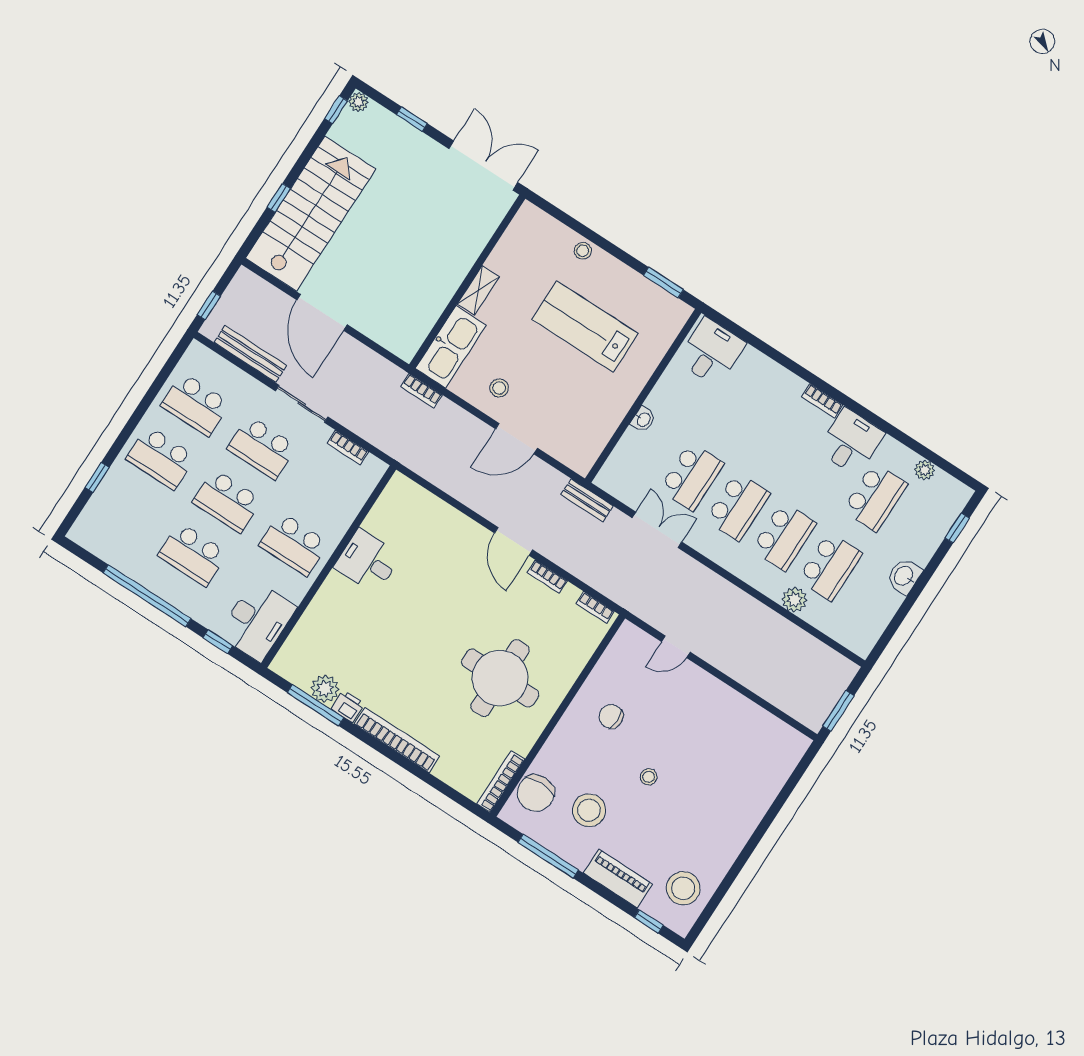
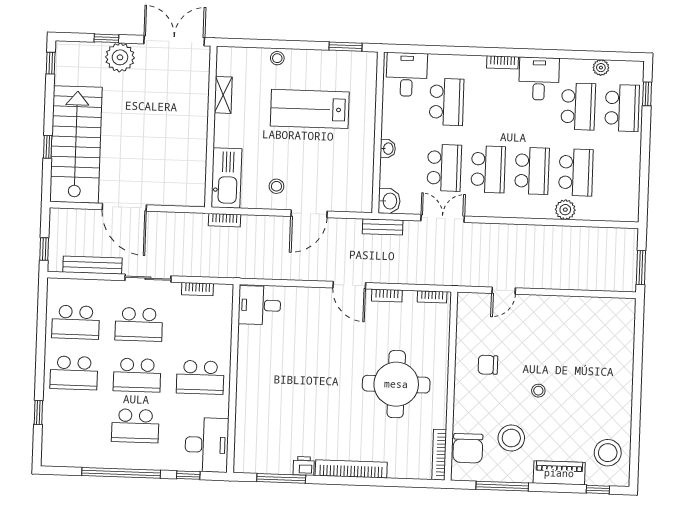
plant: (358, 102) -> (120, 57), moved, width x1.87, depth x1.87
shelving: (478, 290) -> (223, 95), moved
school desk: (737, 407) -> (447, 102), added
school desk: (921, 527) -> (622, 108), added
desk: (368, 561) -> (260, 305), moved
washbasin: (904, 576) -> (389, 201), moved, turned 180
plant: (325, 689) -> (281, 463), removed

